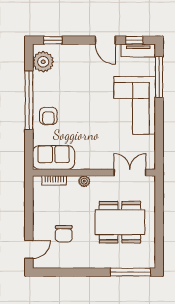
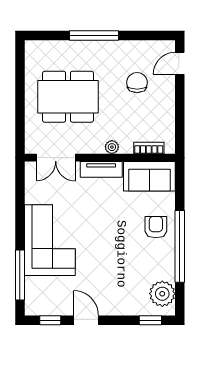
tv unit: (138, 50) -> (101, 169), moved, turned 180
window: (130, 272) -> (94, 36), moved

